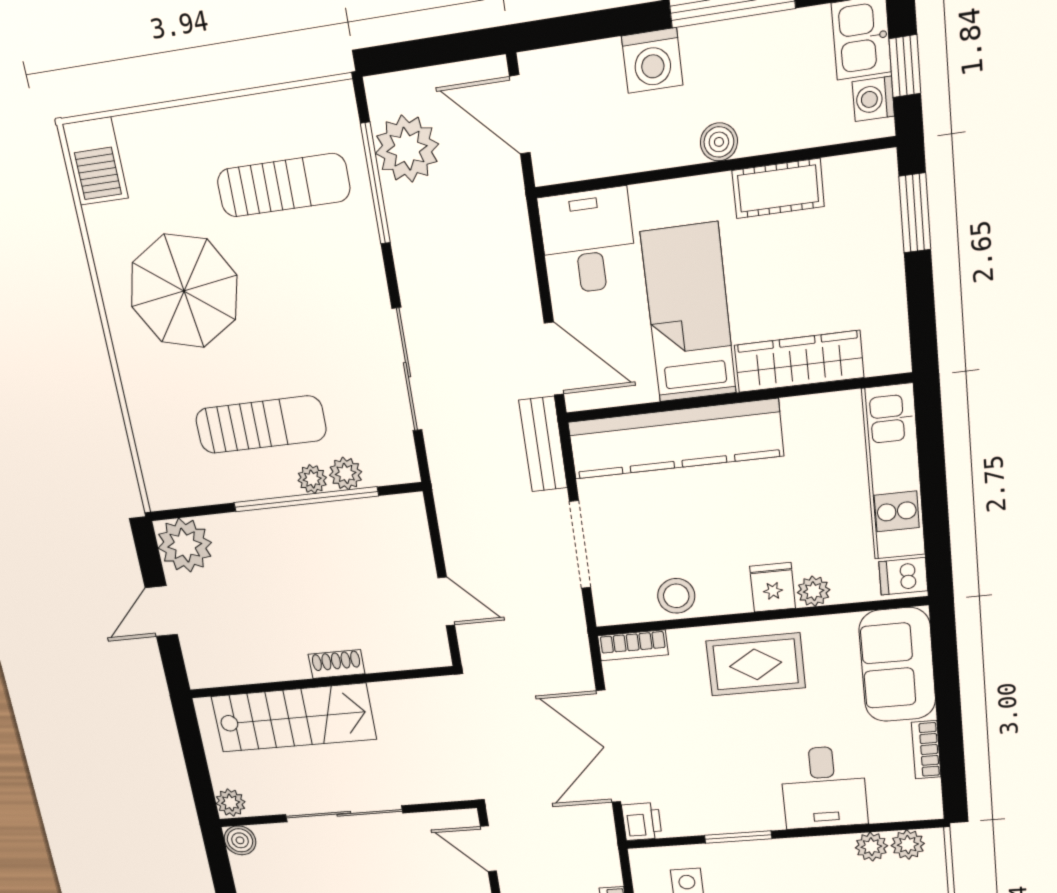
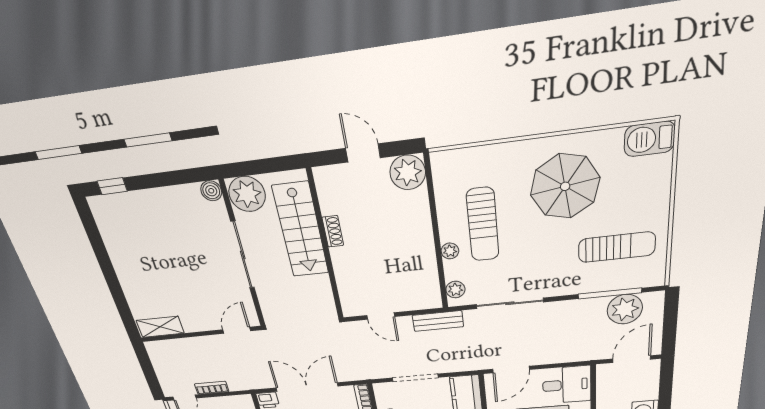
sun lounger: (284, 185) -> (617, 247), turned -90
bench: (543, 444) -> (438, 321), moved
plant: (346, 473) -> (455, 290), moved
window: (306, 499) -> (438, 247), removed
door: (446, 601) -> (381, 316), hinge flipped
shoe rack: (337, 664) -> (333, 231), moved
plant: (231, 803) -> (247, 194), width x1.88, depth x1.88

